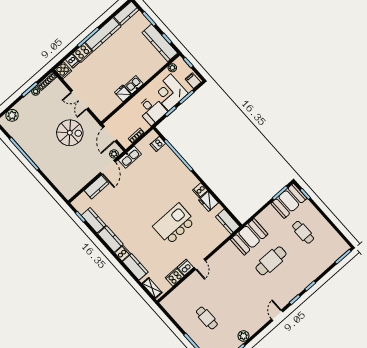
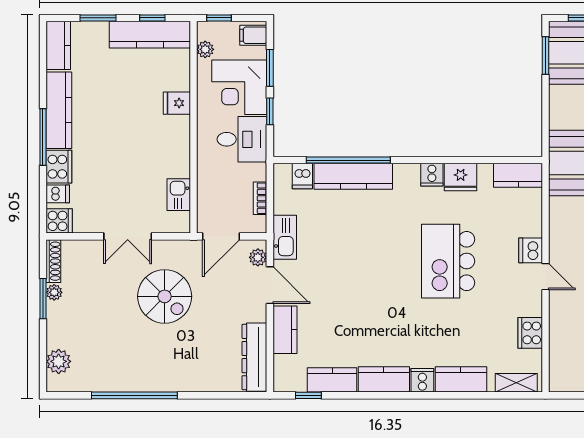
kitchen sink: (134, 85) -> (179, 195), moved
fridge: (123, 93) -> (177, 103), moved
spiral stairs: (70, 133) -> (165, 296), turned 90
door: (110, 134) -> (221, 236), hinge flipped
kitchen counter: (174, 162) -> (353, 176), added
dresser: (77, 185) -> (254, 357), added
dishwasher: (185, 267) -> (531, 250), moved

